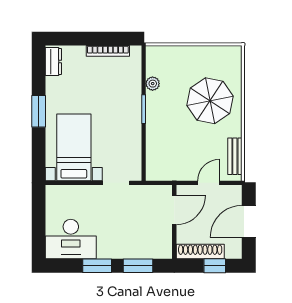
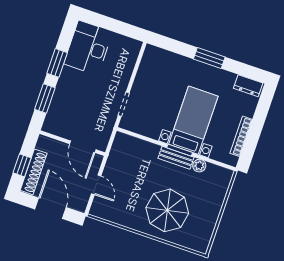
bed with nightstands: (74, 147) -> (193, 120), moved, turned -90
bench: (235, 156) -> (176, 158), moved
shoe rack: (200, 252) -> (34, 172), moved

